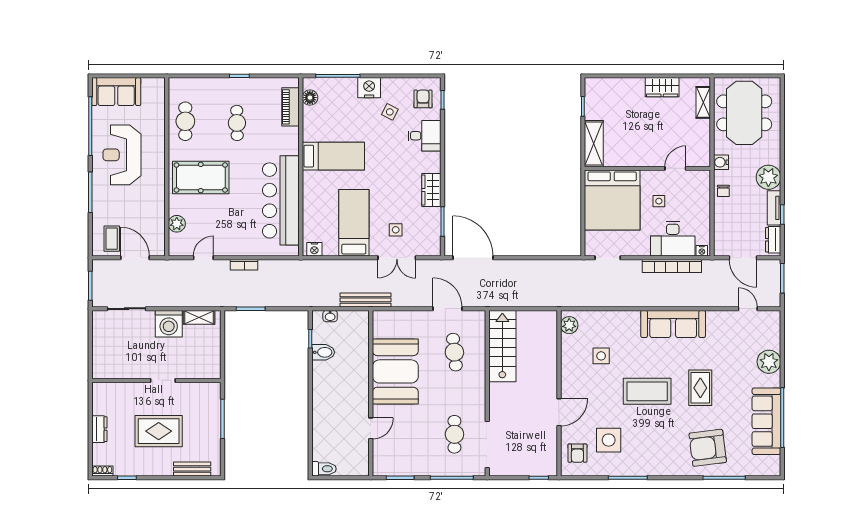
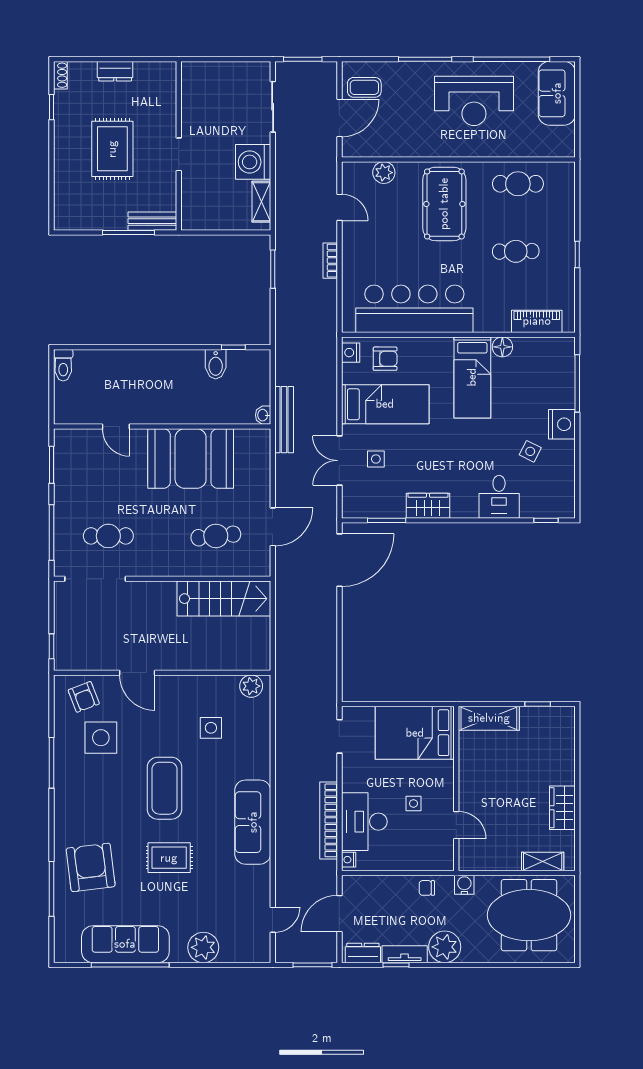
floor lamp: (310, 98) -> (502, 347), moved
armchair: (423, 99) -> (385, 359), moved
reception desk: (122, 155) -> (474, 101), turned 180
bed: (612, 200) -> (415, 733), width x0.73
washbasin: (330, 316) -> (263, 415), moved
armchair: (577, 453) -> (84, 697), turned -111
bench: (192, 469) -> (152, 221), moved, turned 90

